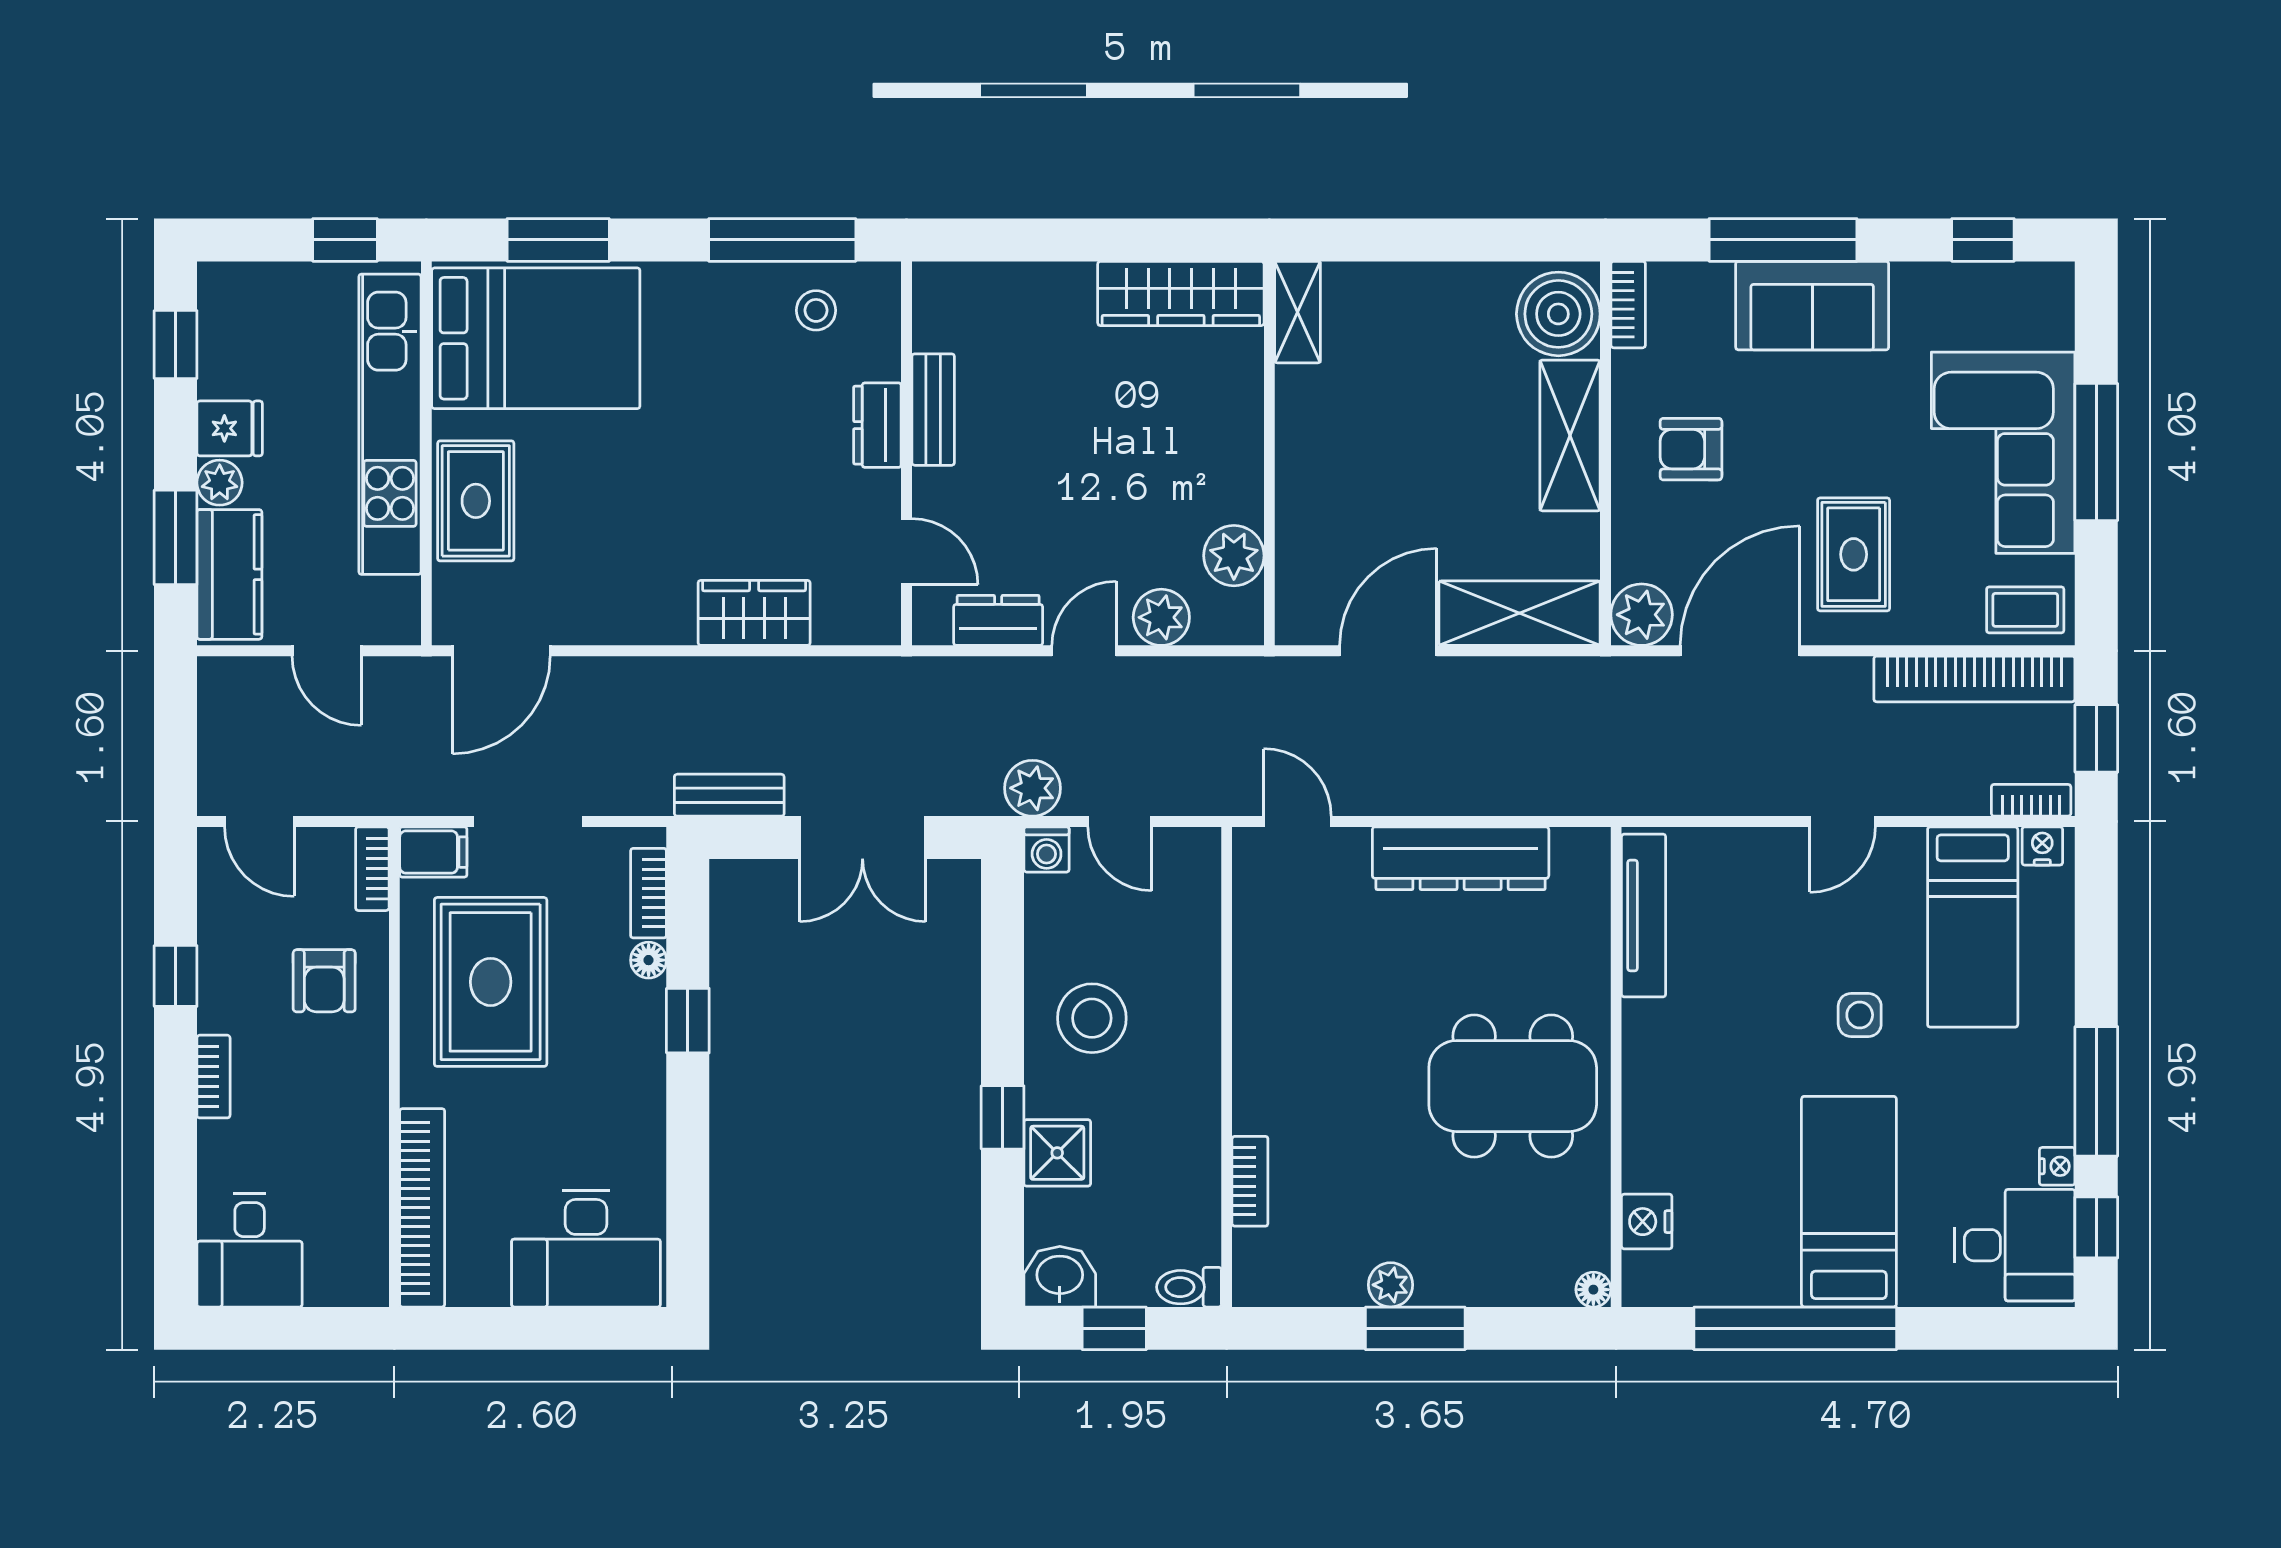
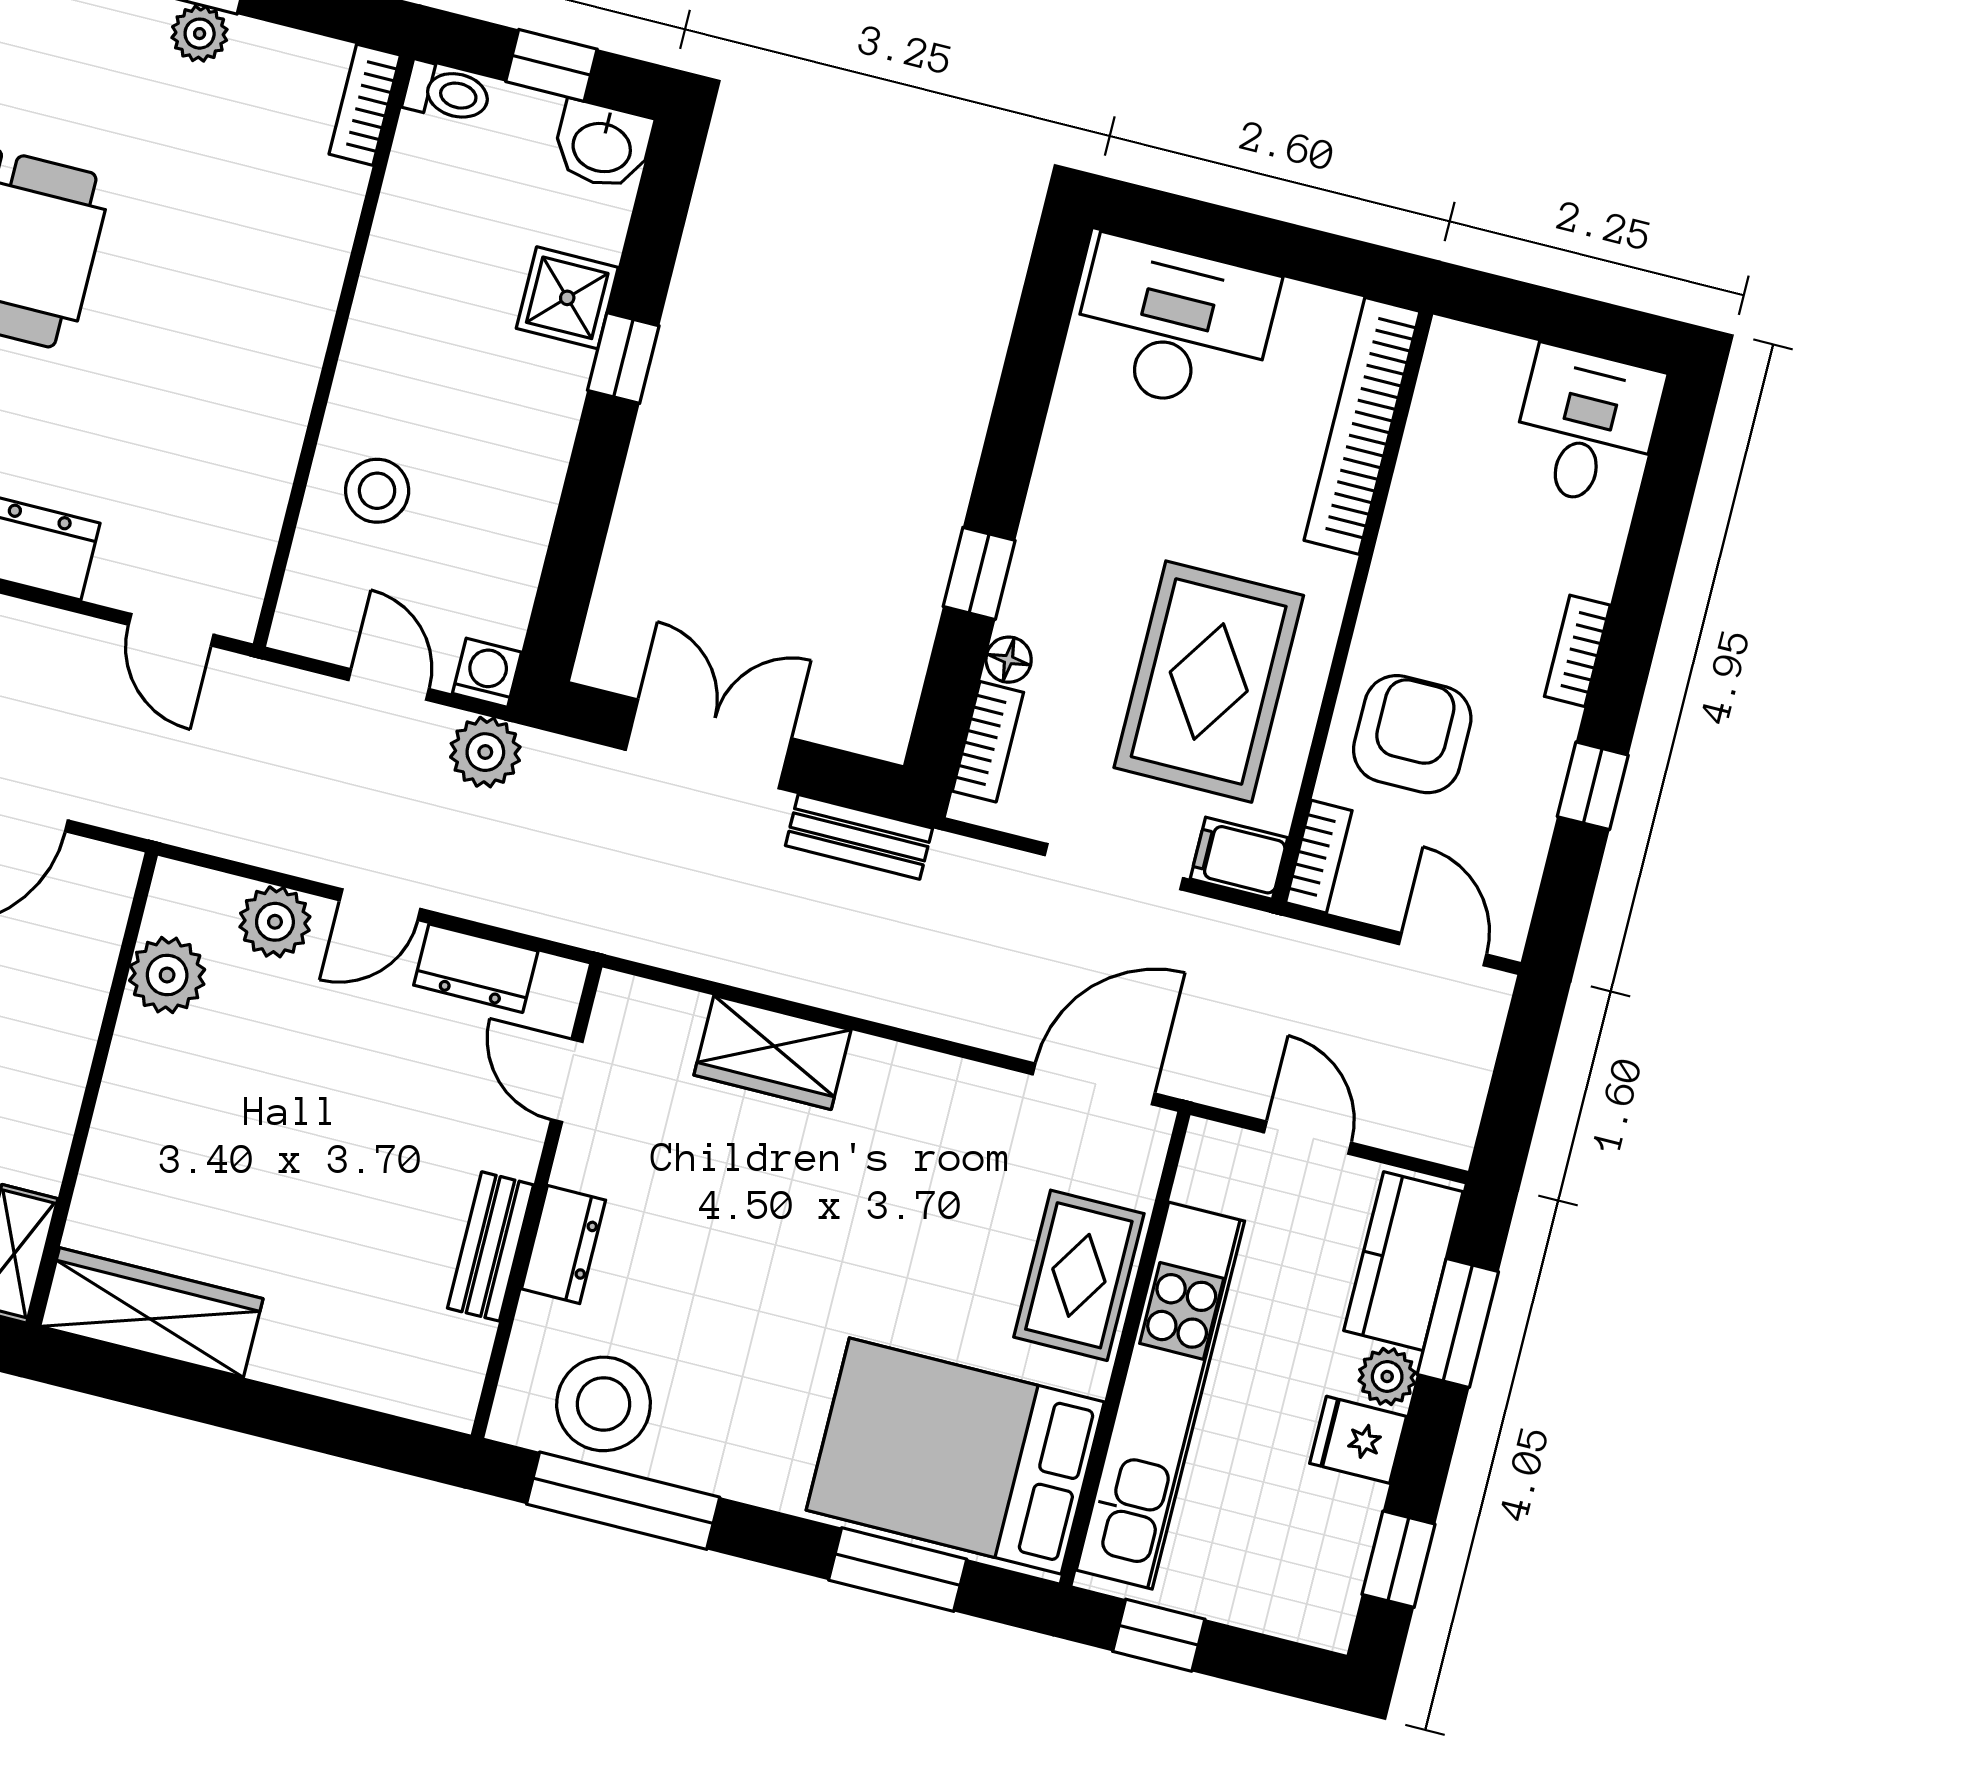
stool: (816, 310) -> (604, 1404), width x1.89, depth x1.89
armchair: (324, 981) -> (1412, 734), width x1.38, depth x1.38
stool: (1092, 1018) -> (377, 491), moved, width x0.73, depth x0.73
bookcase: (1250, 1181) -> (365, 105), moved

